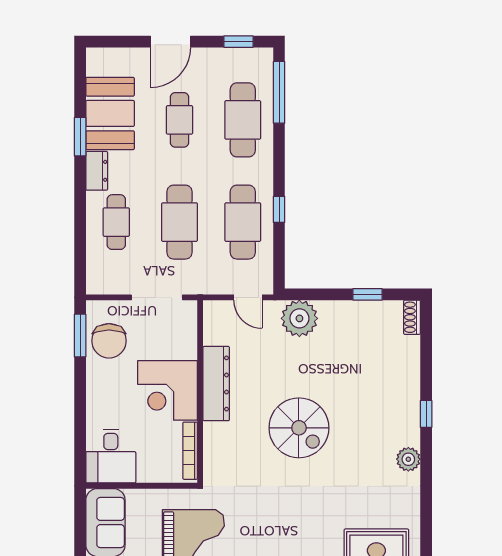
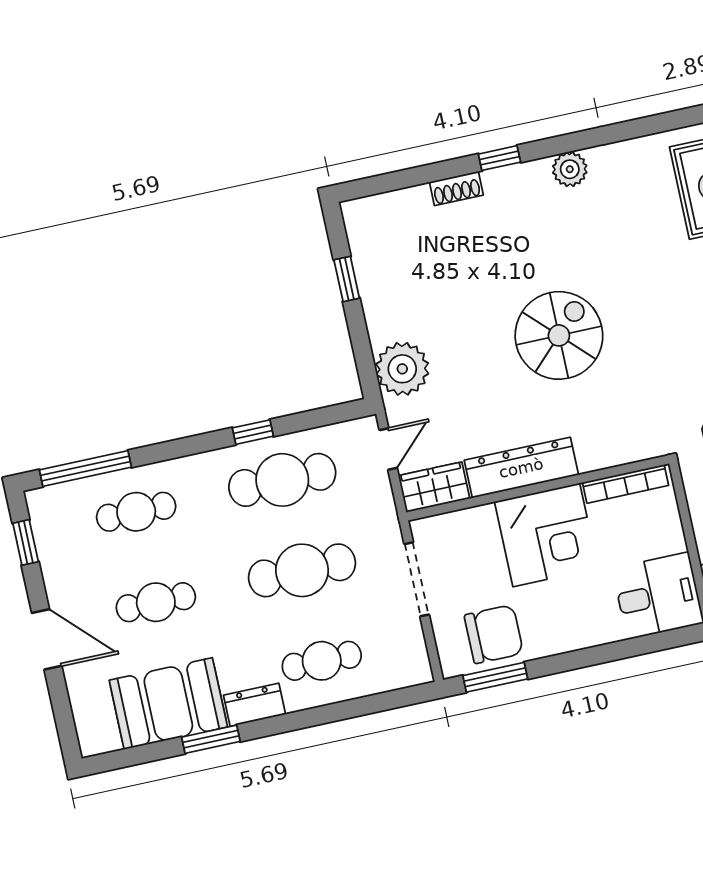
cafe table: (243, 120) -> (136, 512), width x0.73, depth x0.74
shoe rack: (412, 317) -> (456, 188), moved
wardrobe: (216, 322) -> (434, 487), added

